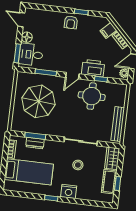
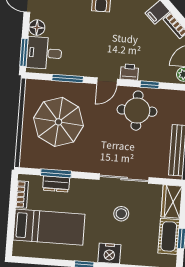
printer: (93, 68) -> (129, 72), width x0.53, depth x0.68

